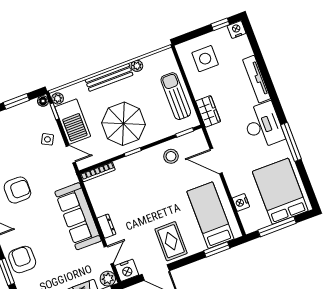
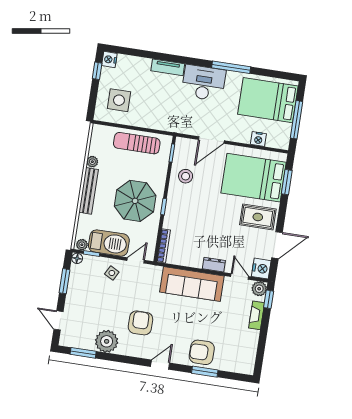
tv unit: (257, 79) -> (168, 67), width x0.71
wardrobe: (208, 111) -> (165, 123), removed
bed: (210, 215) -> (254, 178), width x1.50

